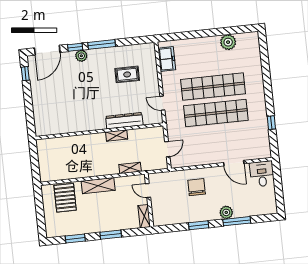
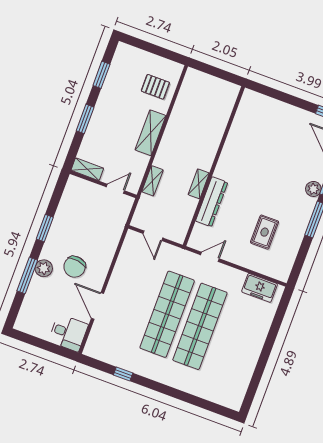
plant: (228, 42) -> (244, 370), removed
door: (234, 163) -> (98, 306), hinge flipped
chair: (197, 187) -> (75, 267), moved, turned 99
pallet: (65, 198) -> (155, 87), width x0.67, depth x0.71

